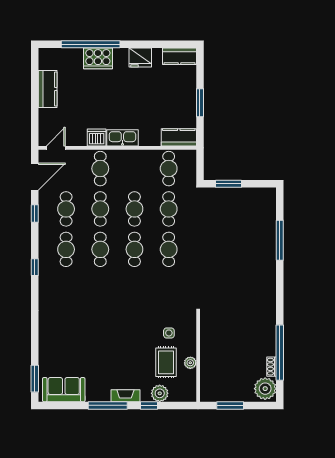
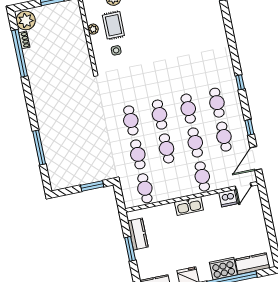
kitchen counter: (48, 89) -> (252, 264), moved, turned 90
dishwasher: (97, 137) -> (228, 198), moved
kitchen counter: (179, 137) -> (138, 234), moved, turned -90

